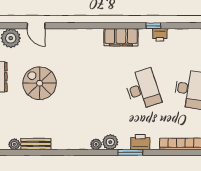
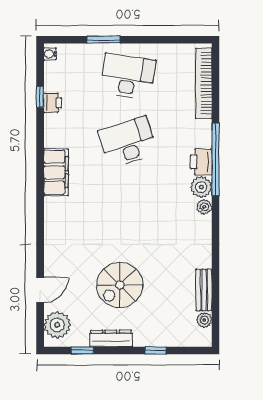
window: (153, 26) -> (40, 97), moved
printer: (160, 35) -> (53, 103), moved
printer: (140, 142) -> (201, 162), moved
window: (130, 152) -> (216, 159), width x2.11

